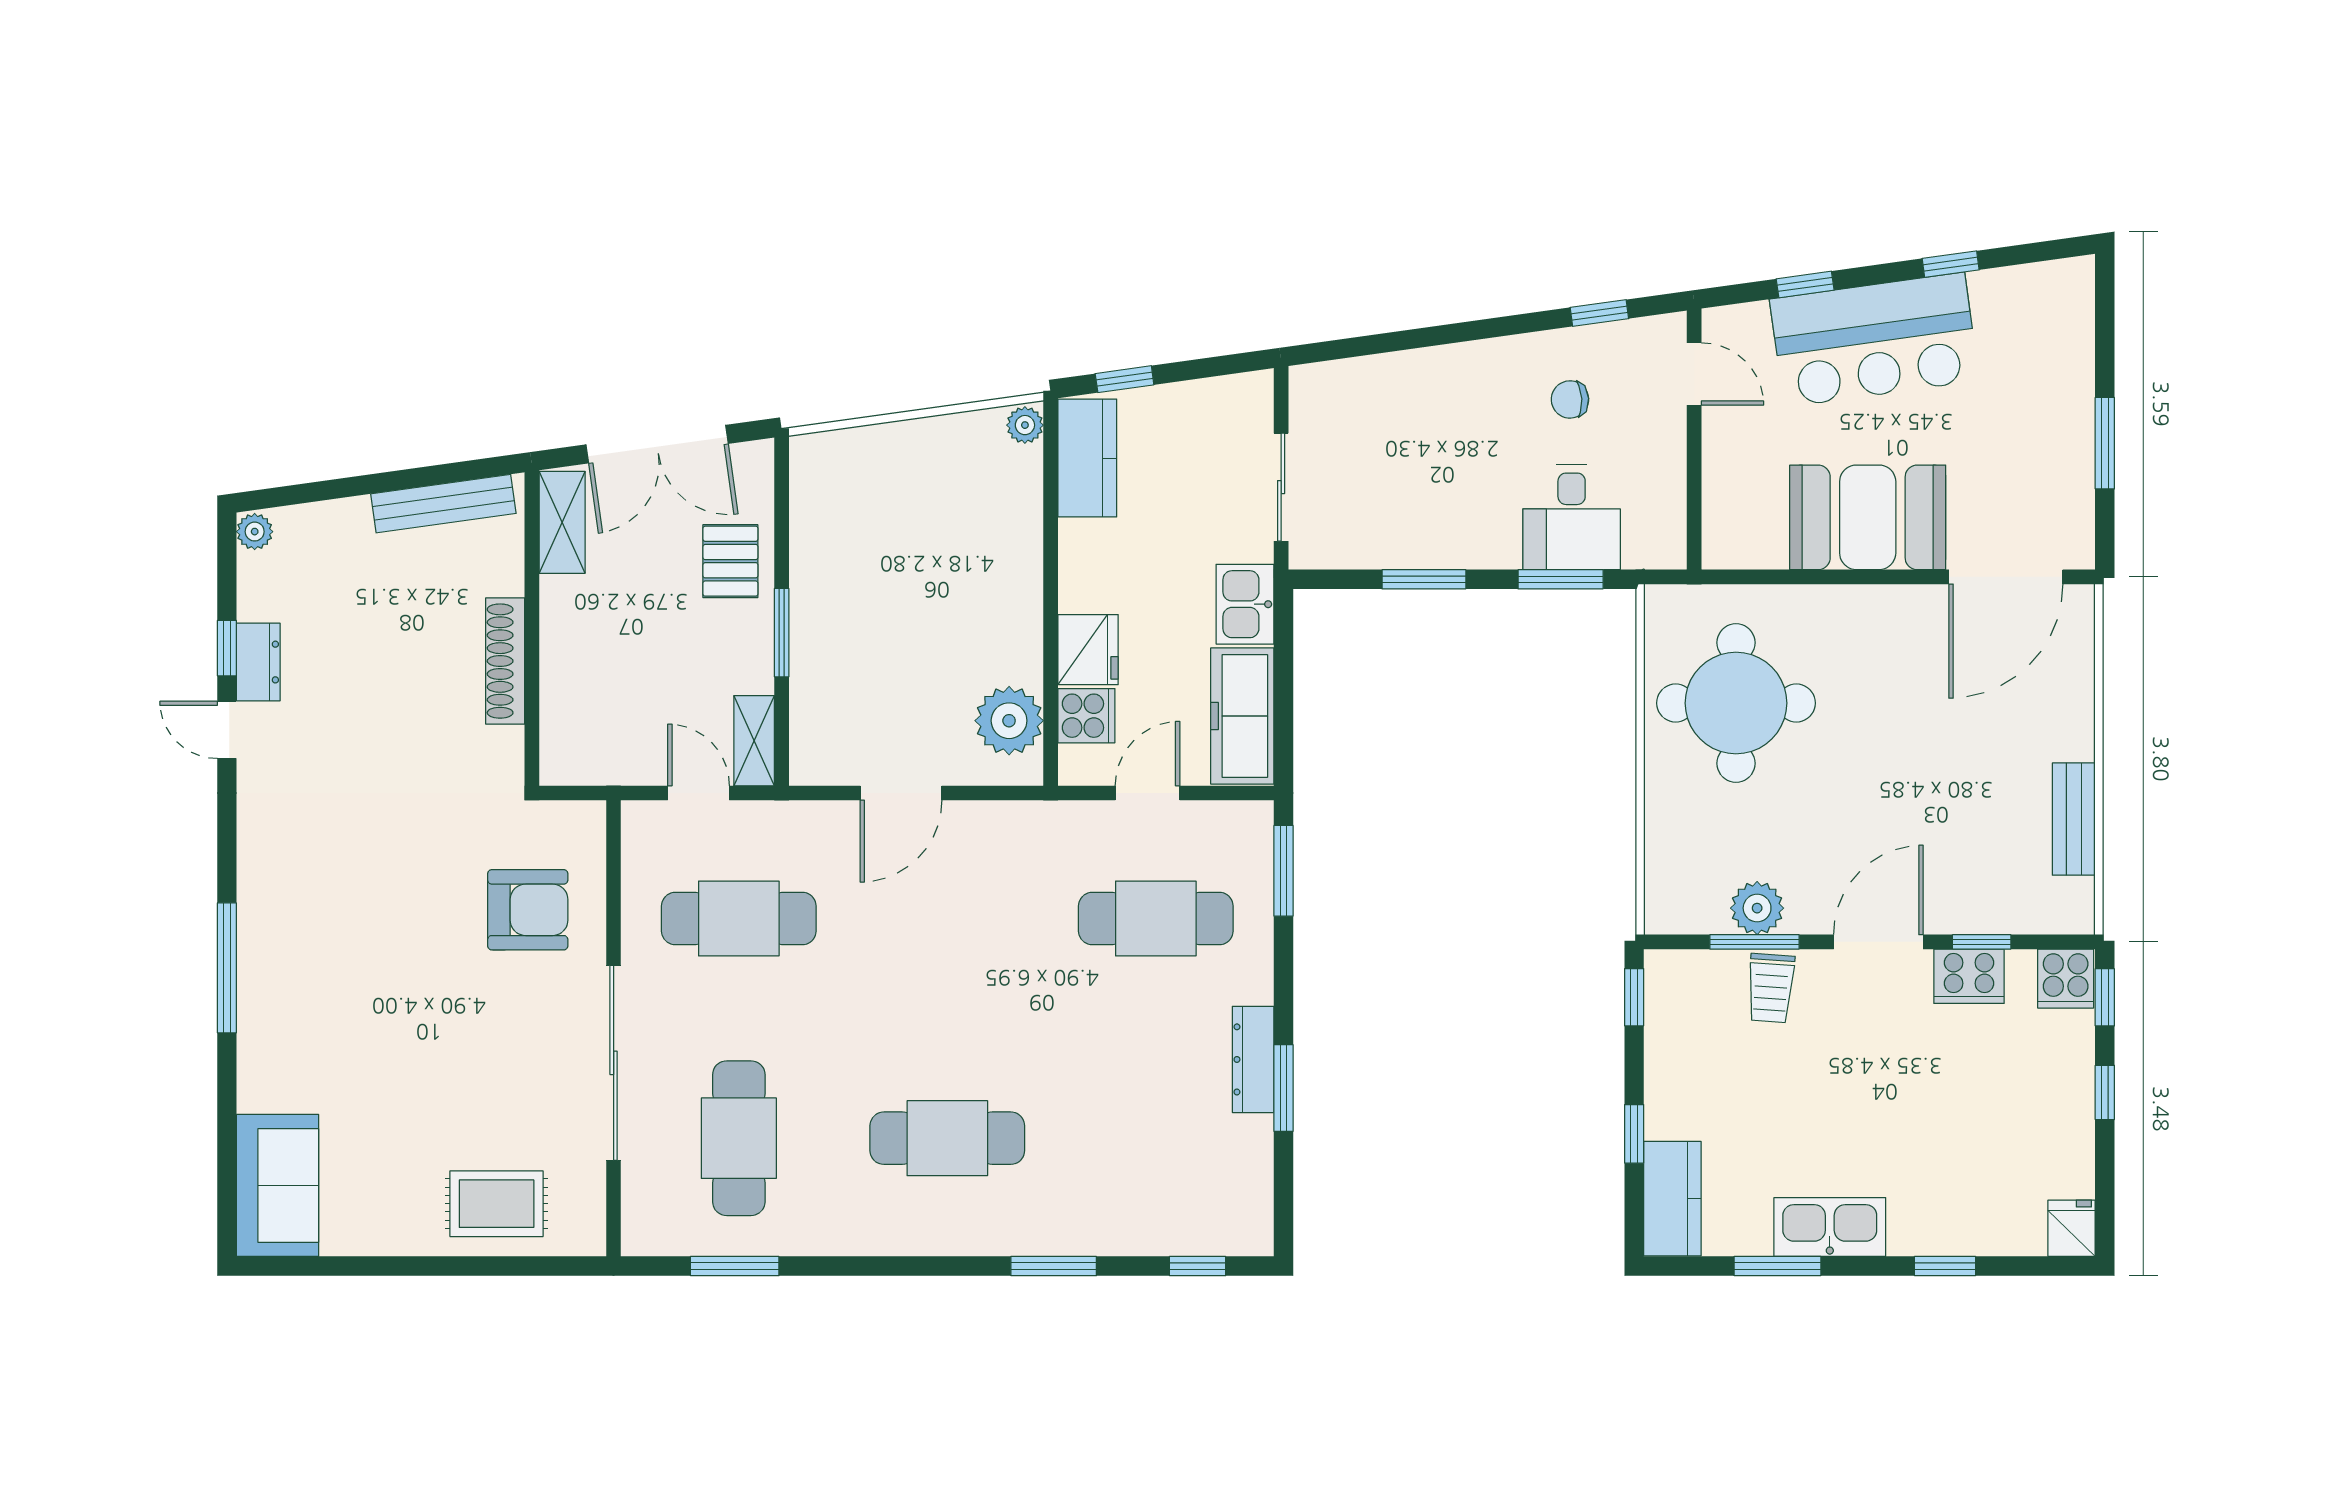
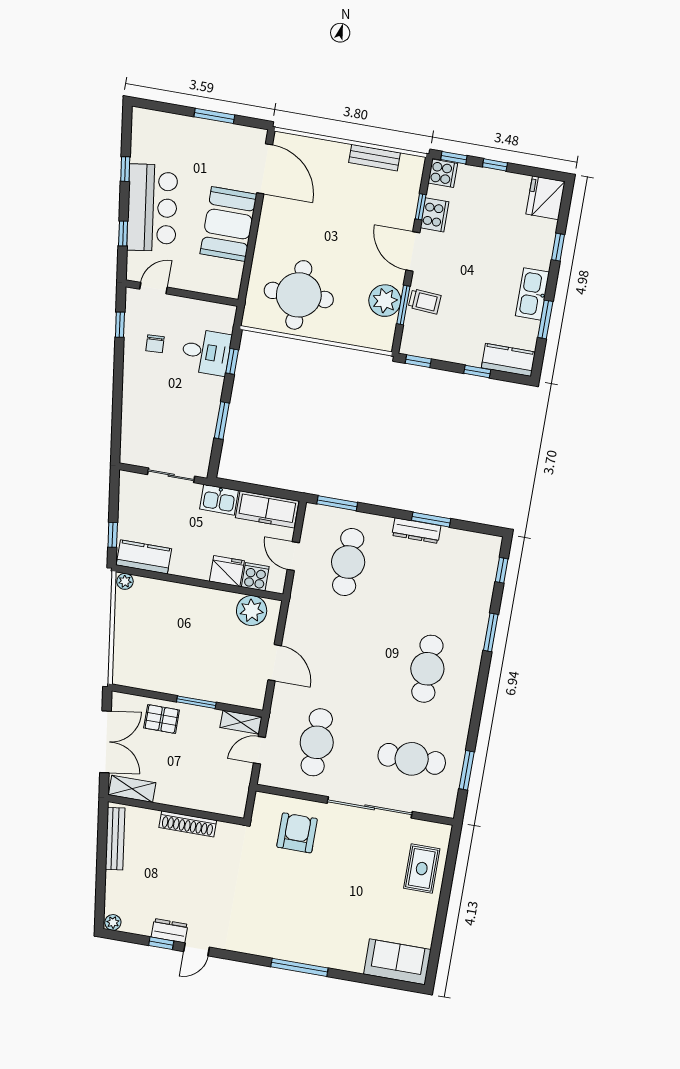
window: (1561, 579) -> (232, 361), width x0.67
plant: (1757, 908) -> (385, 301), width x1.36, depth x1.36
fridge: (2072, 1228) -> (546, 198), width x1.88, depth x1.34

